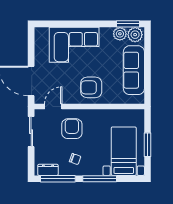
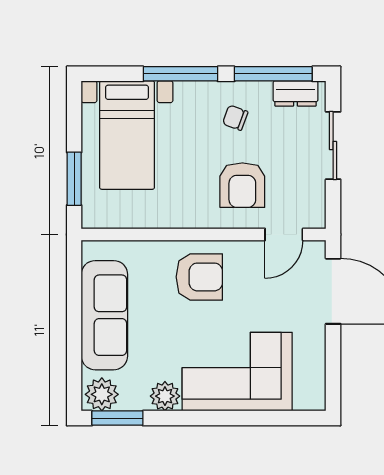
plant: (120, 34) -> (165, 396), moved
sliding door: (31, 132) -> (333, 146), moved
window: (148, 145) -> (74, 179), moved

